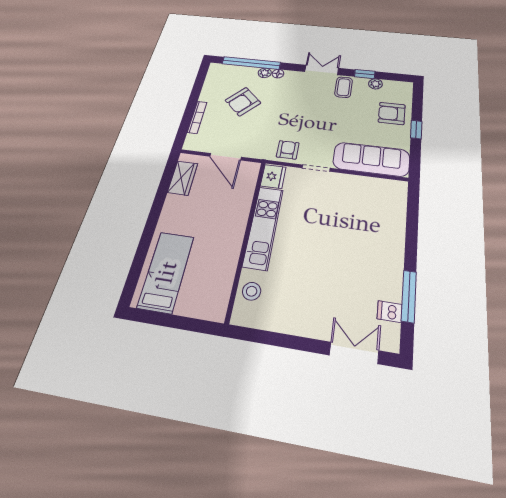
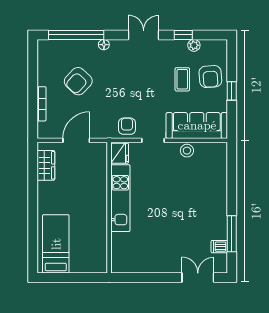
plant: (265, 73) -> (91, 45), removed
coffee table: (344, 87) -> (182, 79), moved
armchair: (392, 113) -> (210, 77), turned -94
door: (225, 157) -> (76, 140), swing flipped
stool: (252, 291) -> (187, 151), moved

